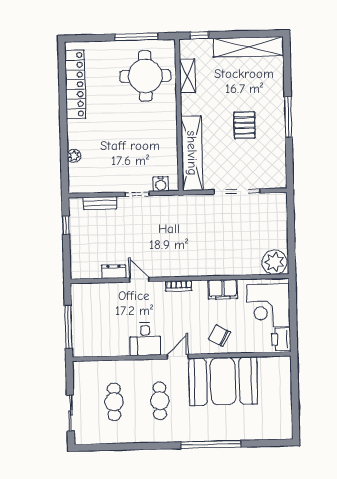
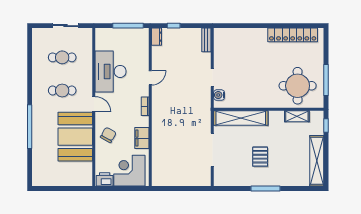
pallet: (245, 125) -> (260, 157), turned 90
plant: (74, 156) -> (241, 33), removed
bench: (100, 203) -> (206, 40), moved
window: (66, 225) -> (174, 26), moved
plant: (274, 262) -> (160, 176), removed
dresser: (114, 272) -> (156, 37), moved
window: (68, 327) -> (128, 26), moved
desk: (145, 339) -> (111, 71), width x1.87, depth x1.30
sliding door: (70, 413) -> (65, 26), moved

